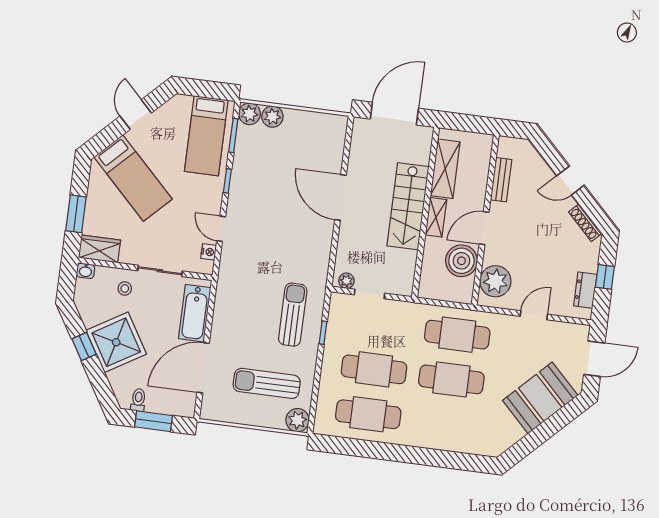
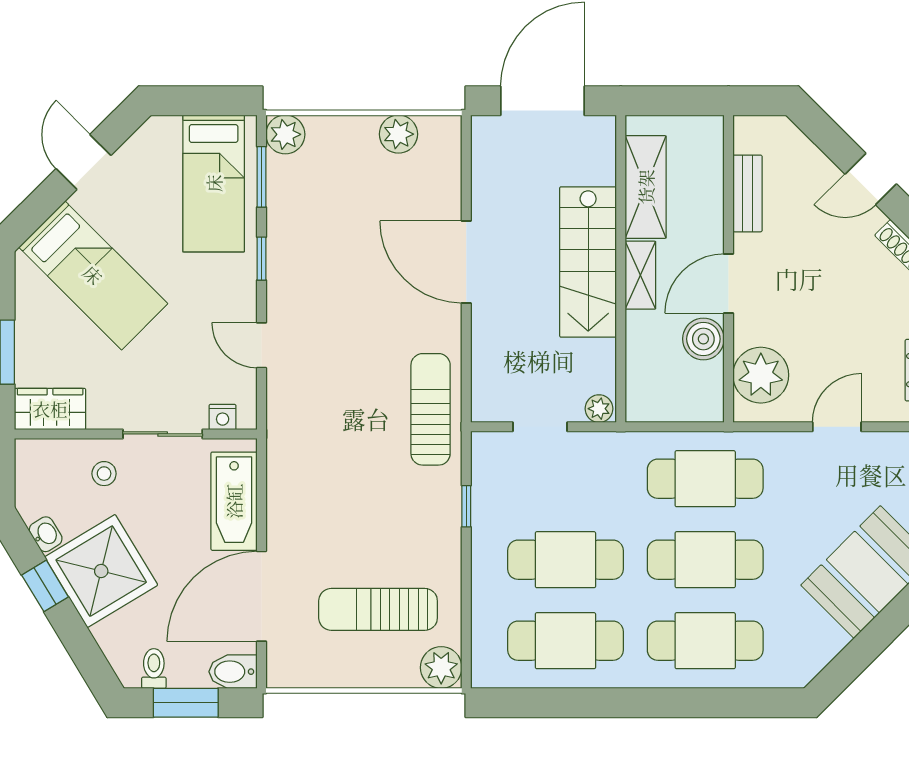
plant: (272, 117) -> (398, 134), moved
nightstand: (209, 252) -> (223, 417), moved, turned 90
boiler: (461, 261) -> (703, 339), width x0.73, depth x0.73
washbasin: (86, 271) -> (46, 534), moved, turned -121
plant: (346, 281) -> (599, 409), moved
sun lounger: (293, 315) -> (431, 409), moved
bidet: (182, 407) -> (233, 672), added
cafe table: (446, 424) -> (705, 641), added

